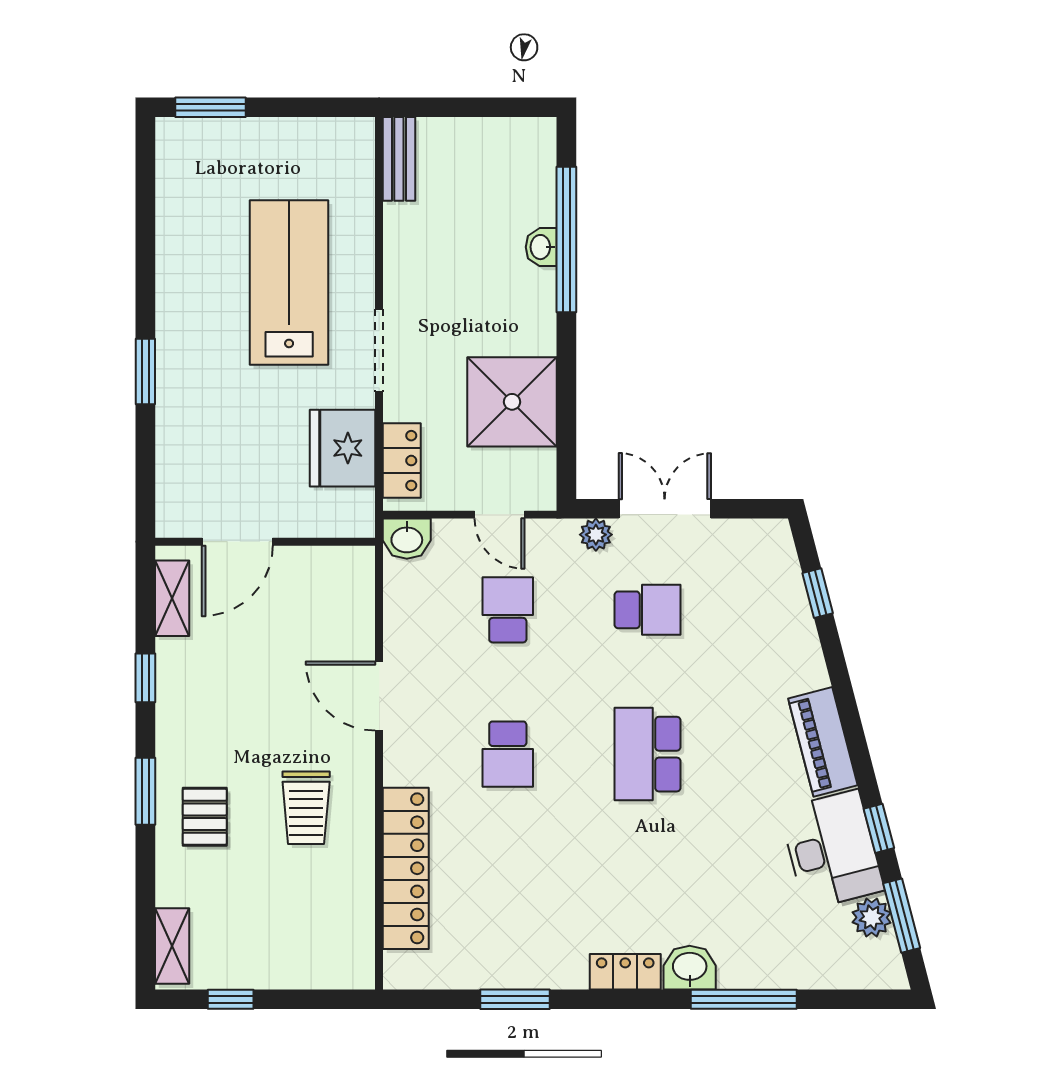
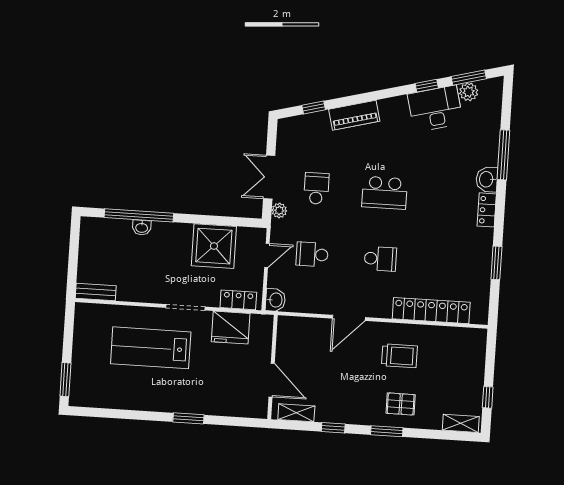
piano: (823, 742) -> (354, 115), moved

